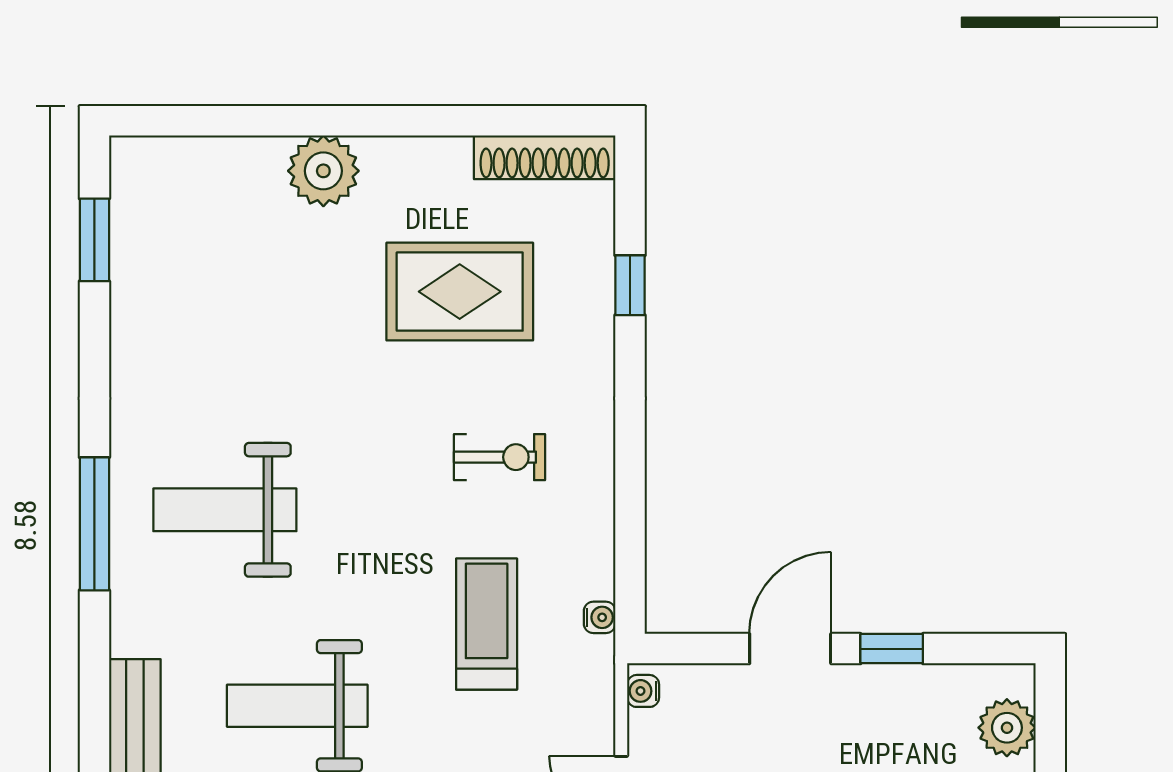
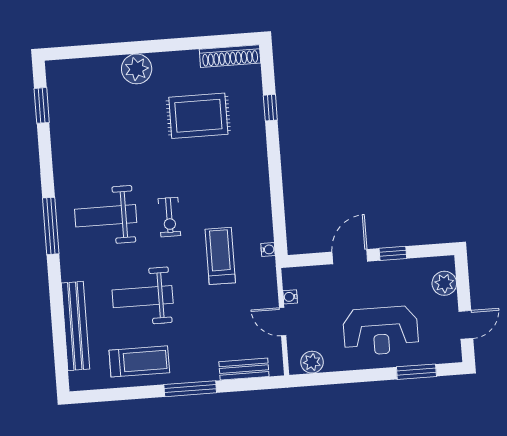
exercise bike: (500, 457) -> (169, 217), moved, turned 90
water cooler: (643, 691) -> (290, 297), moved

